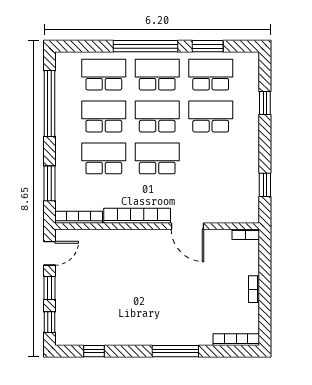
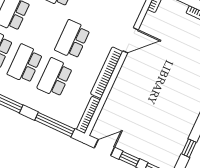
school desk: (157, 117) -> (42, 26), removed
window: (50, 183) -> (55, 125), width x1.44
door: (50, 253) -> (104, 148), hinge flipped

